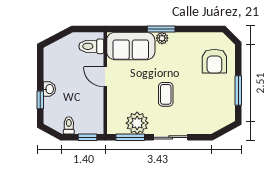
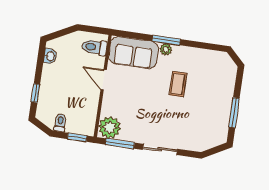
armchair: (214, 61) -> (215, 80), removed
washbasin: (49, 89) -> (50, 56), moved
coffee table: (166, 94) -> (178, 84), moved
plant: (137, 123) -> (110, 127), moved

